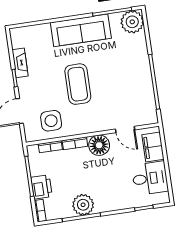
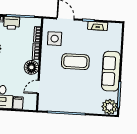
filing cabinet: (153, 147) -> (18, 103), width x0.50

